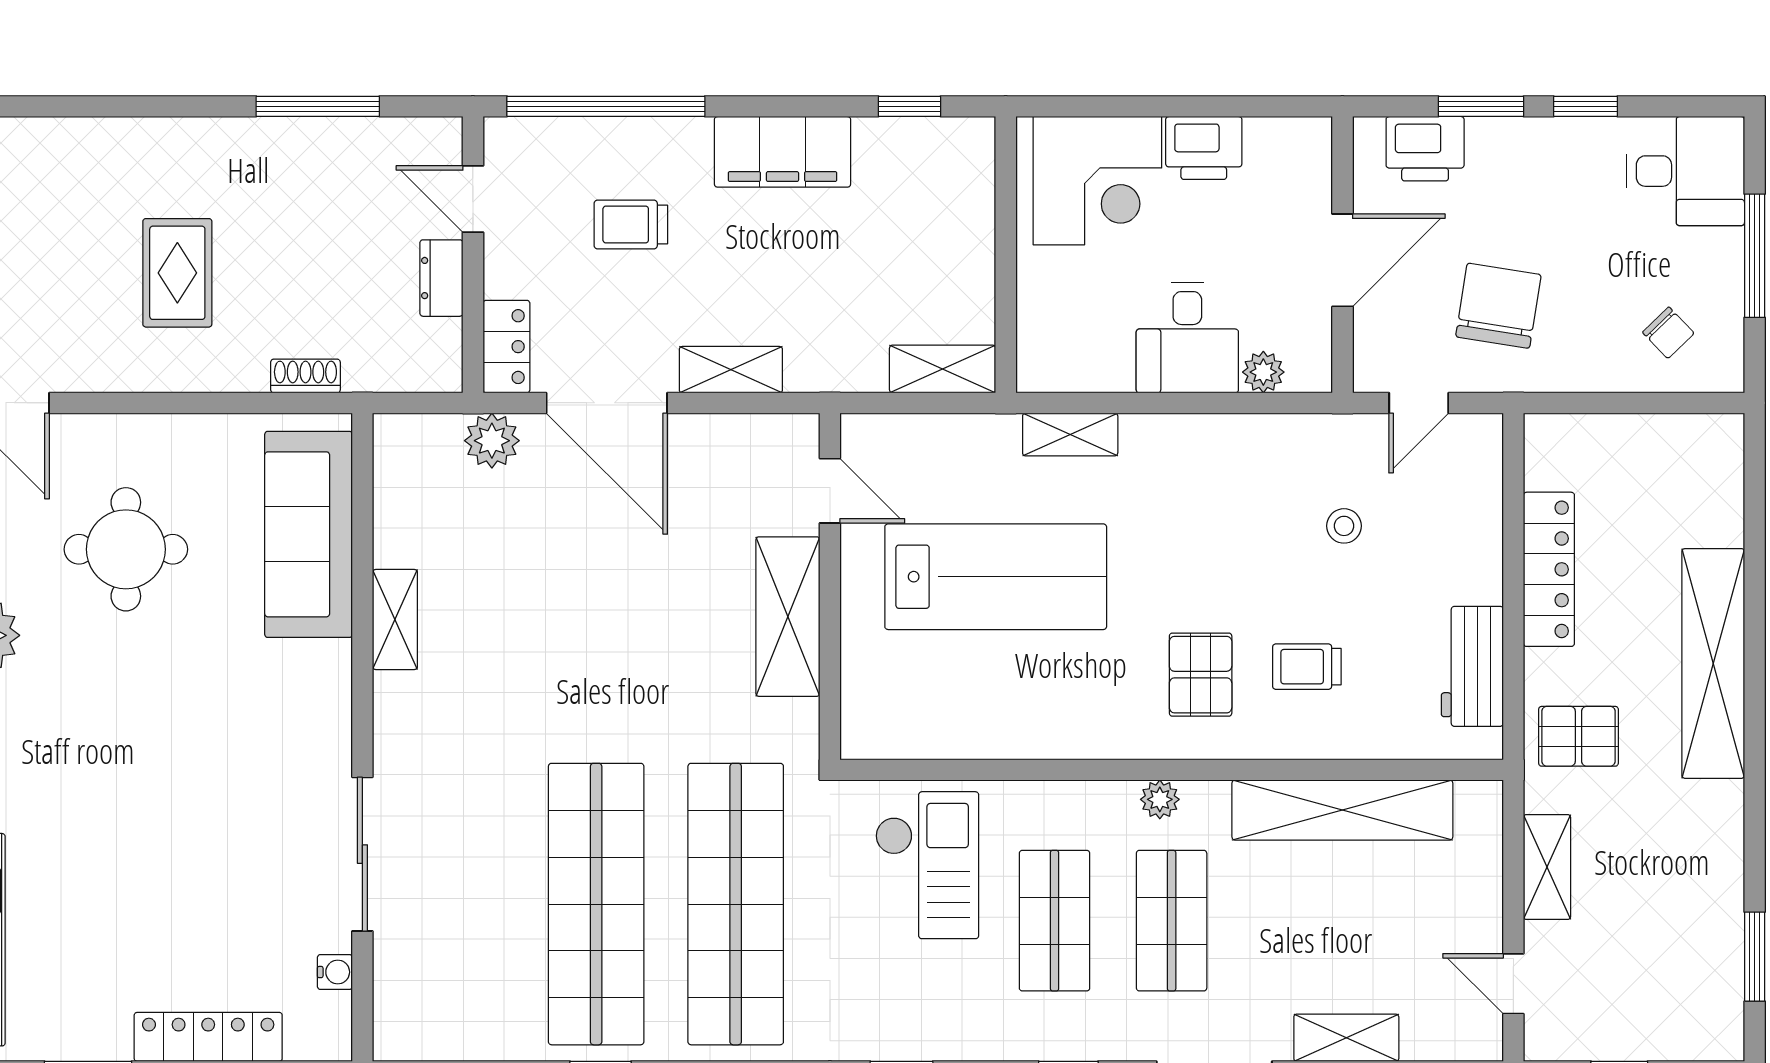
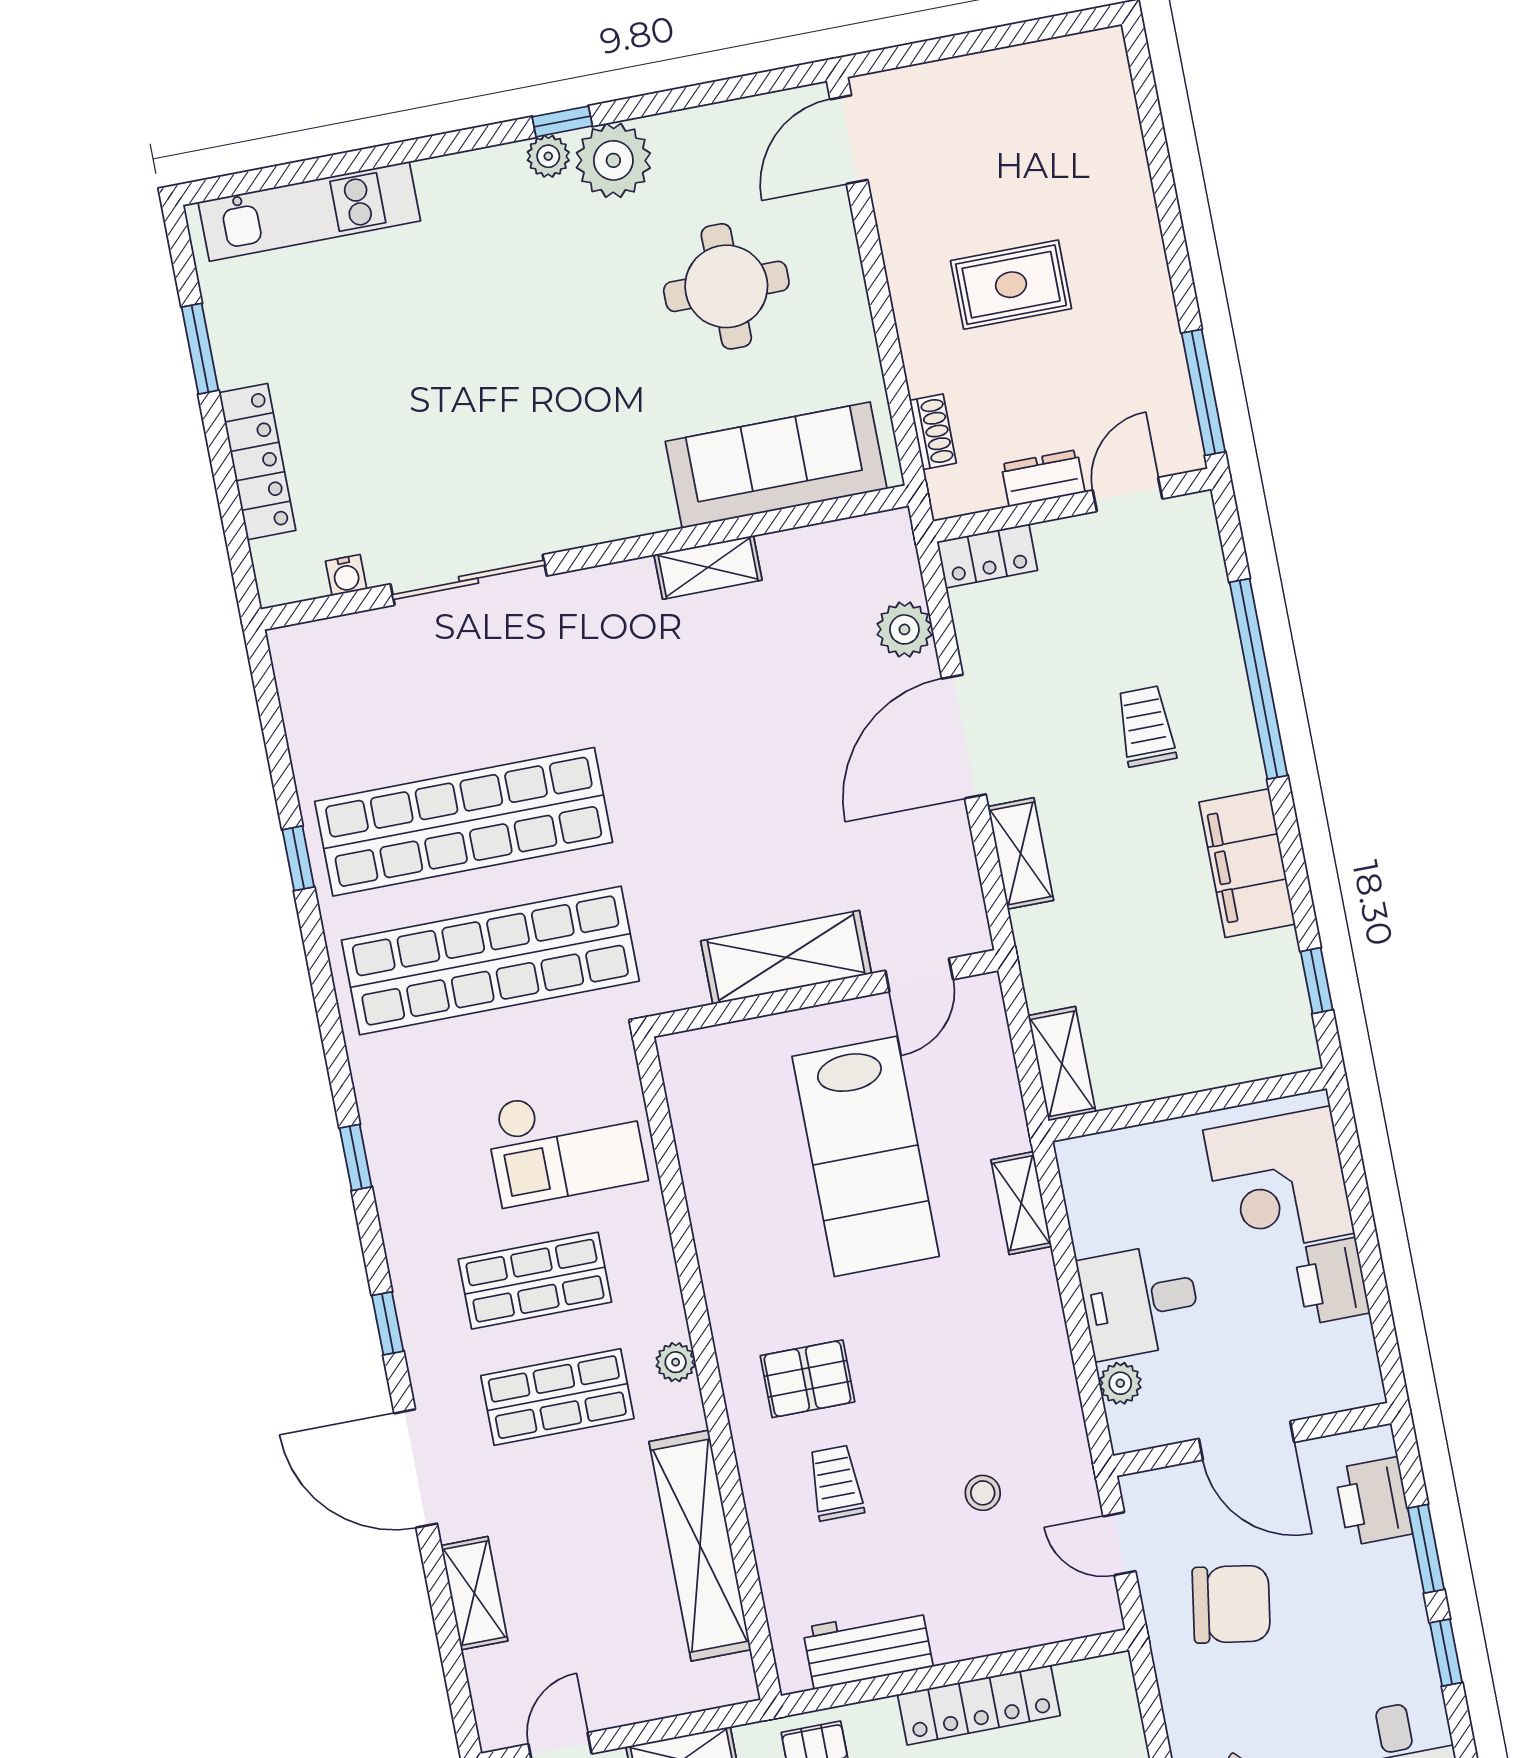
door: (473, 199) -> (1128, 494), moved
wall: (473, 255) -> (1072, 505), moved
dresser: (441, 278) -> (1043, 478), moved
locker: (506, 347) -> (987, 556), moved

